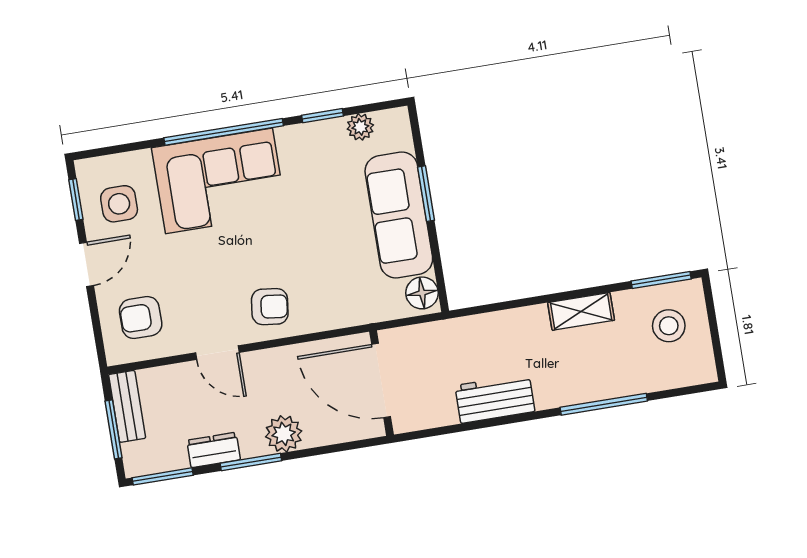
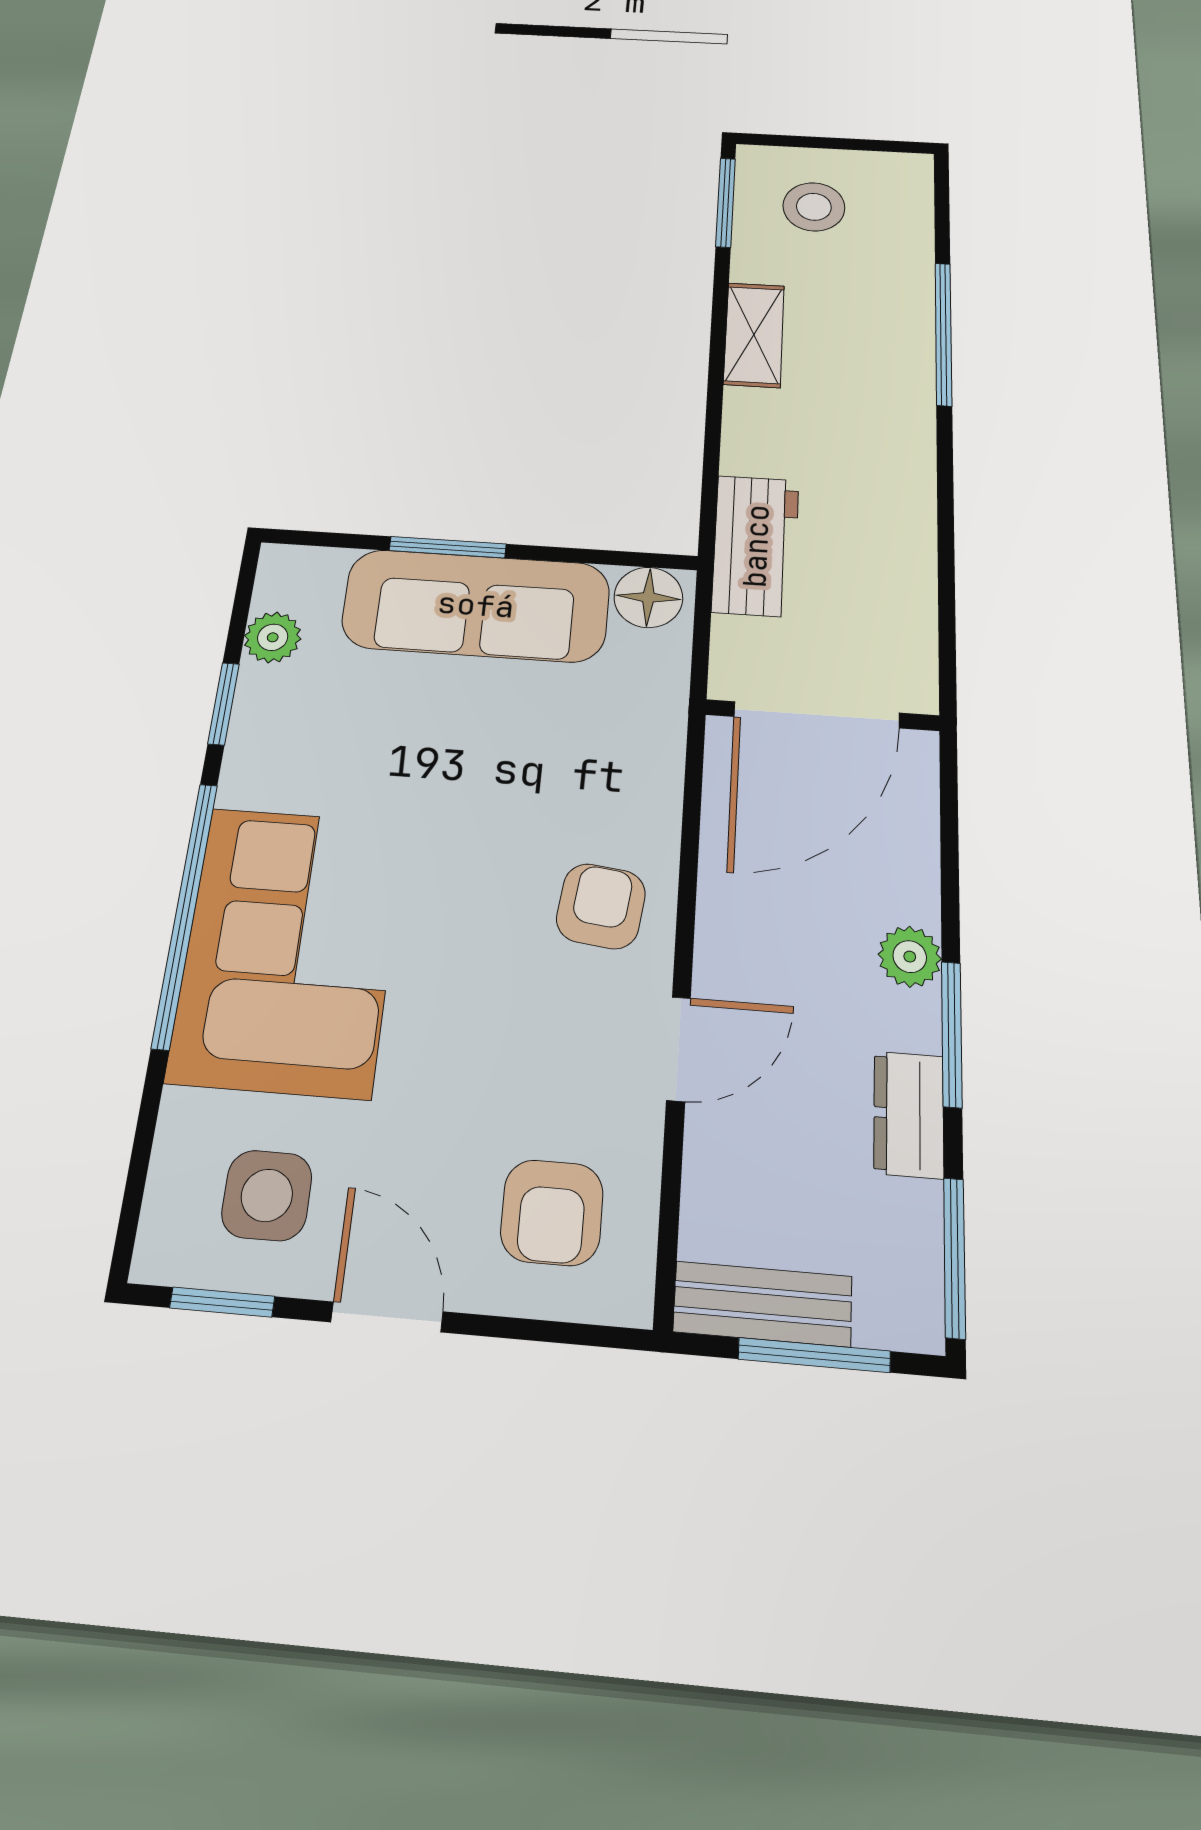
workbench: (495, 398) -> (756, 546), moved, turned 180
plant: (284, 434) -> (910, 957), width x0.73, depth x0.73

